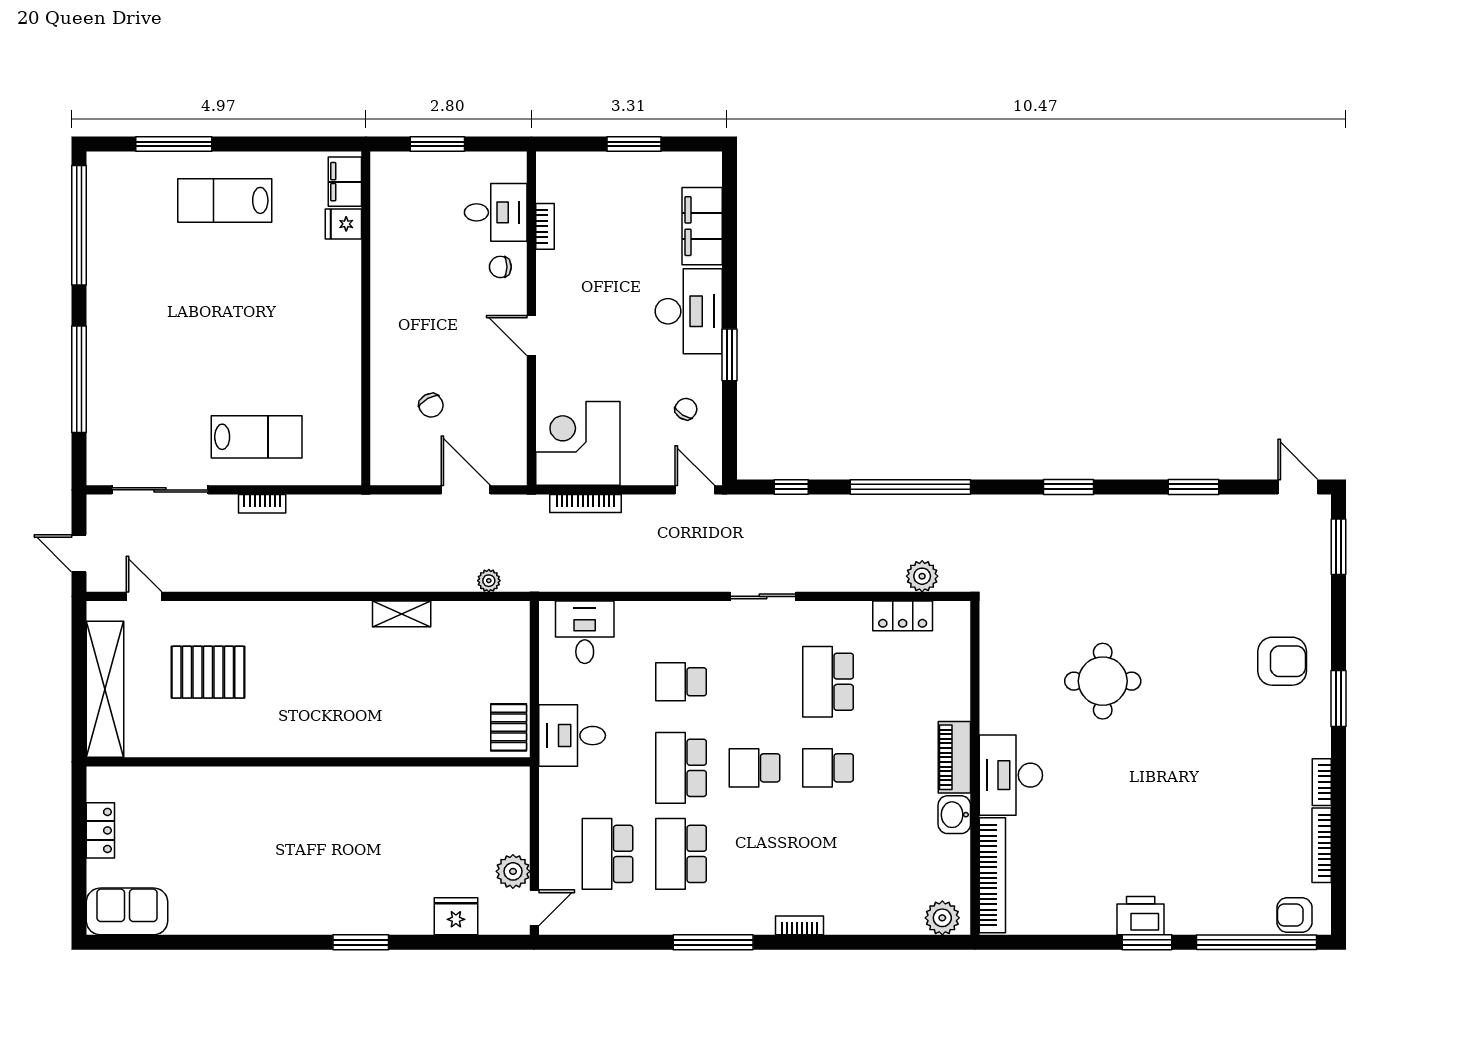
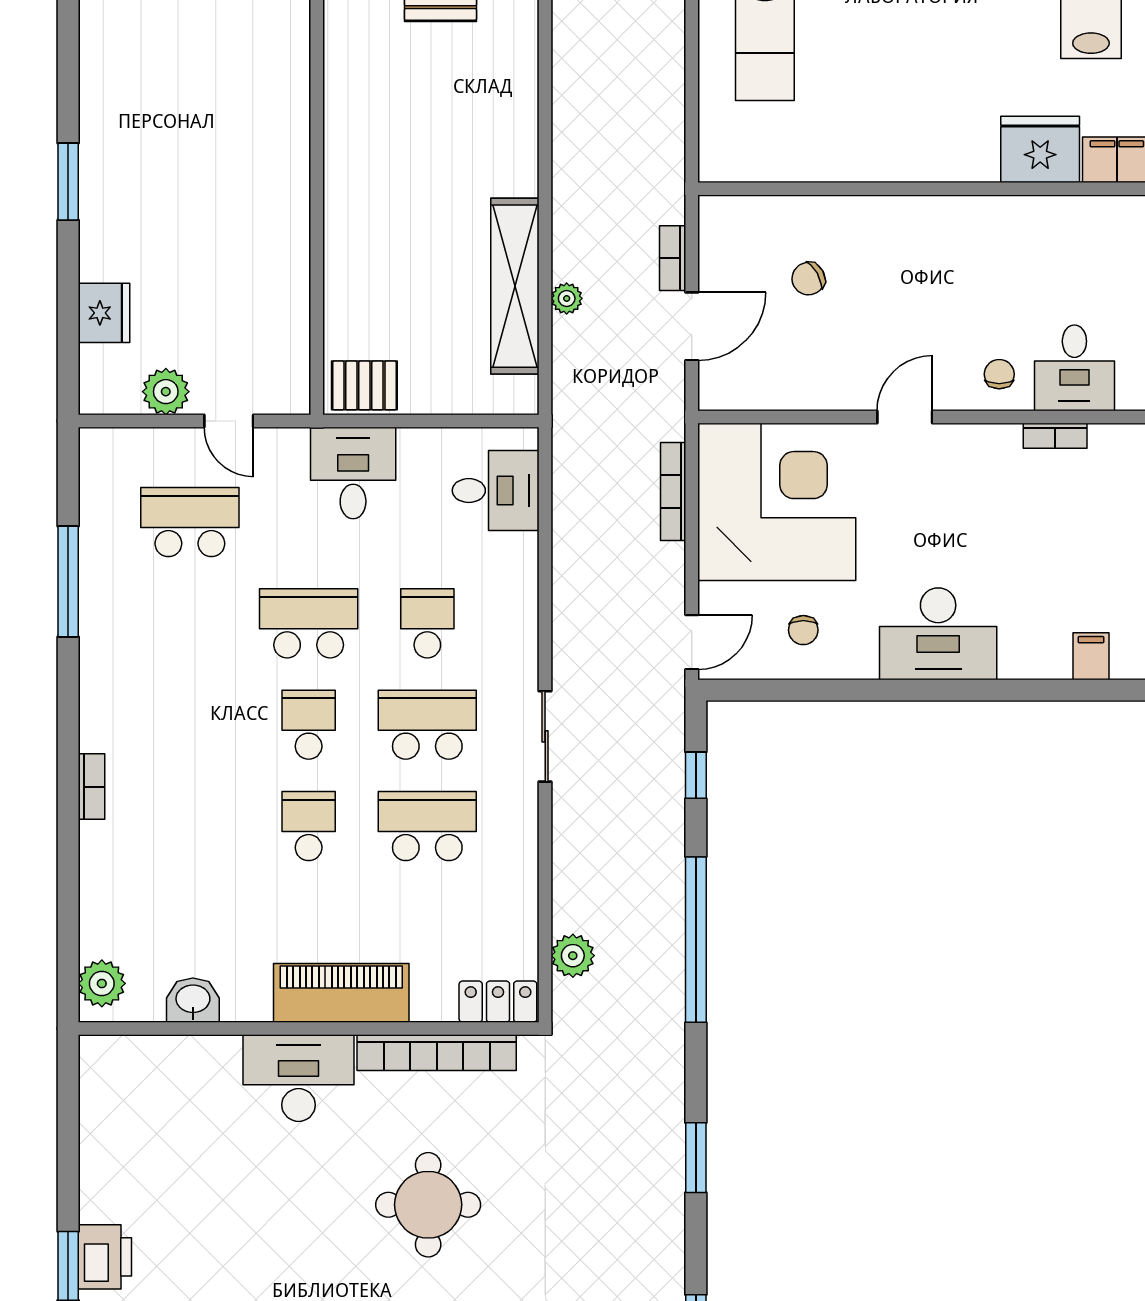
fridge: (343, 224) -> (1040, 149), width x1.88, depth x1.34
filing cabinet: (702, 226) -> (1091, 656), width x0.33, depth x0.86
window: (729, 355) -> (878, 690), removed
chair: (686, 409) -> (803, 630), turned 57
corner desk: (578, 443) -> (777, 502), width x1.36, depth x1.36
bookcase: (262, 504) -> (673, 258), moved
plant: (489, 581) -> (567, 298), moved
shelving: (402, 614) -> (515, 286), width x2.20, depth x1.33
locker: (903, 616) -> (498, 1002), moved, turned 90
piano: (954, 757) -> (341, 993), width x1.37, depth x1.33
washbasin: (954, 815) -> (193, 1000), moved
school desk: (681, 854) -> (427, 725), moved
bookcase: (992, 875) -> (437, 1053), moved
door: (534, 908) -> (229, 421), moved
window: (713, 942) -> (68, 582), moved

